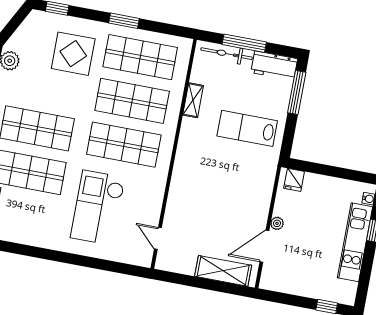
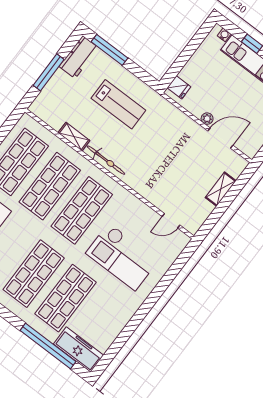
bicycle: (227, 54) -> (106, 160), moved, turned -90
lab bench: (247, 128) -> (118, 104), turned -90
door: (264, 246) -> (220, 138), swing flipped
shelving: (223, 271) -> (221, 189), width x0.67, depth x0.75

